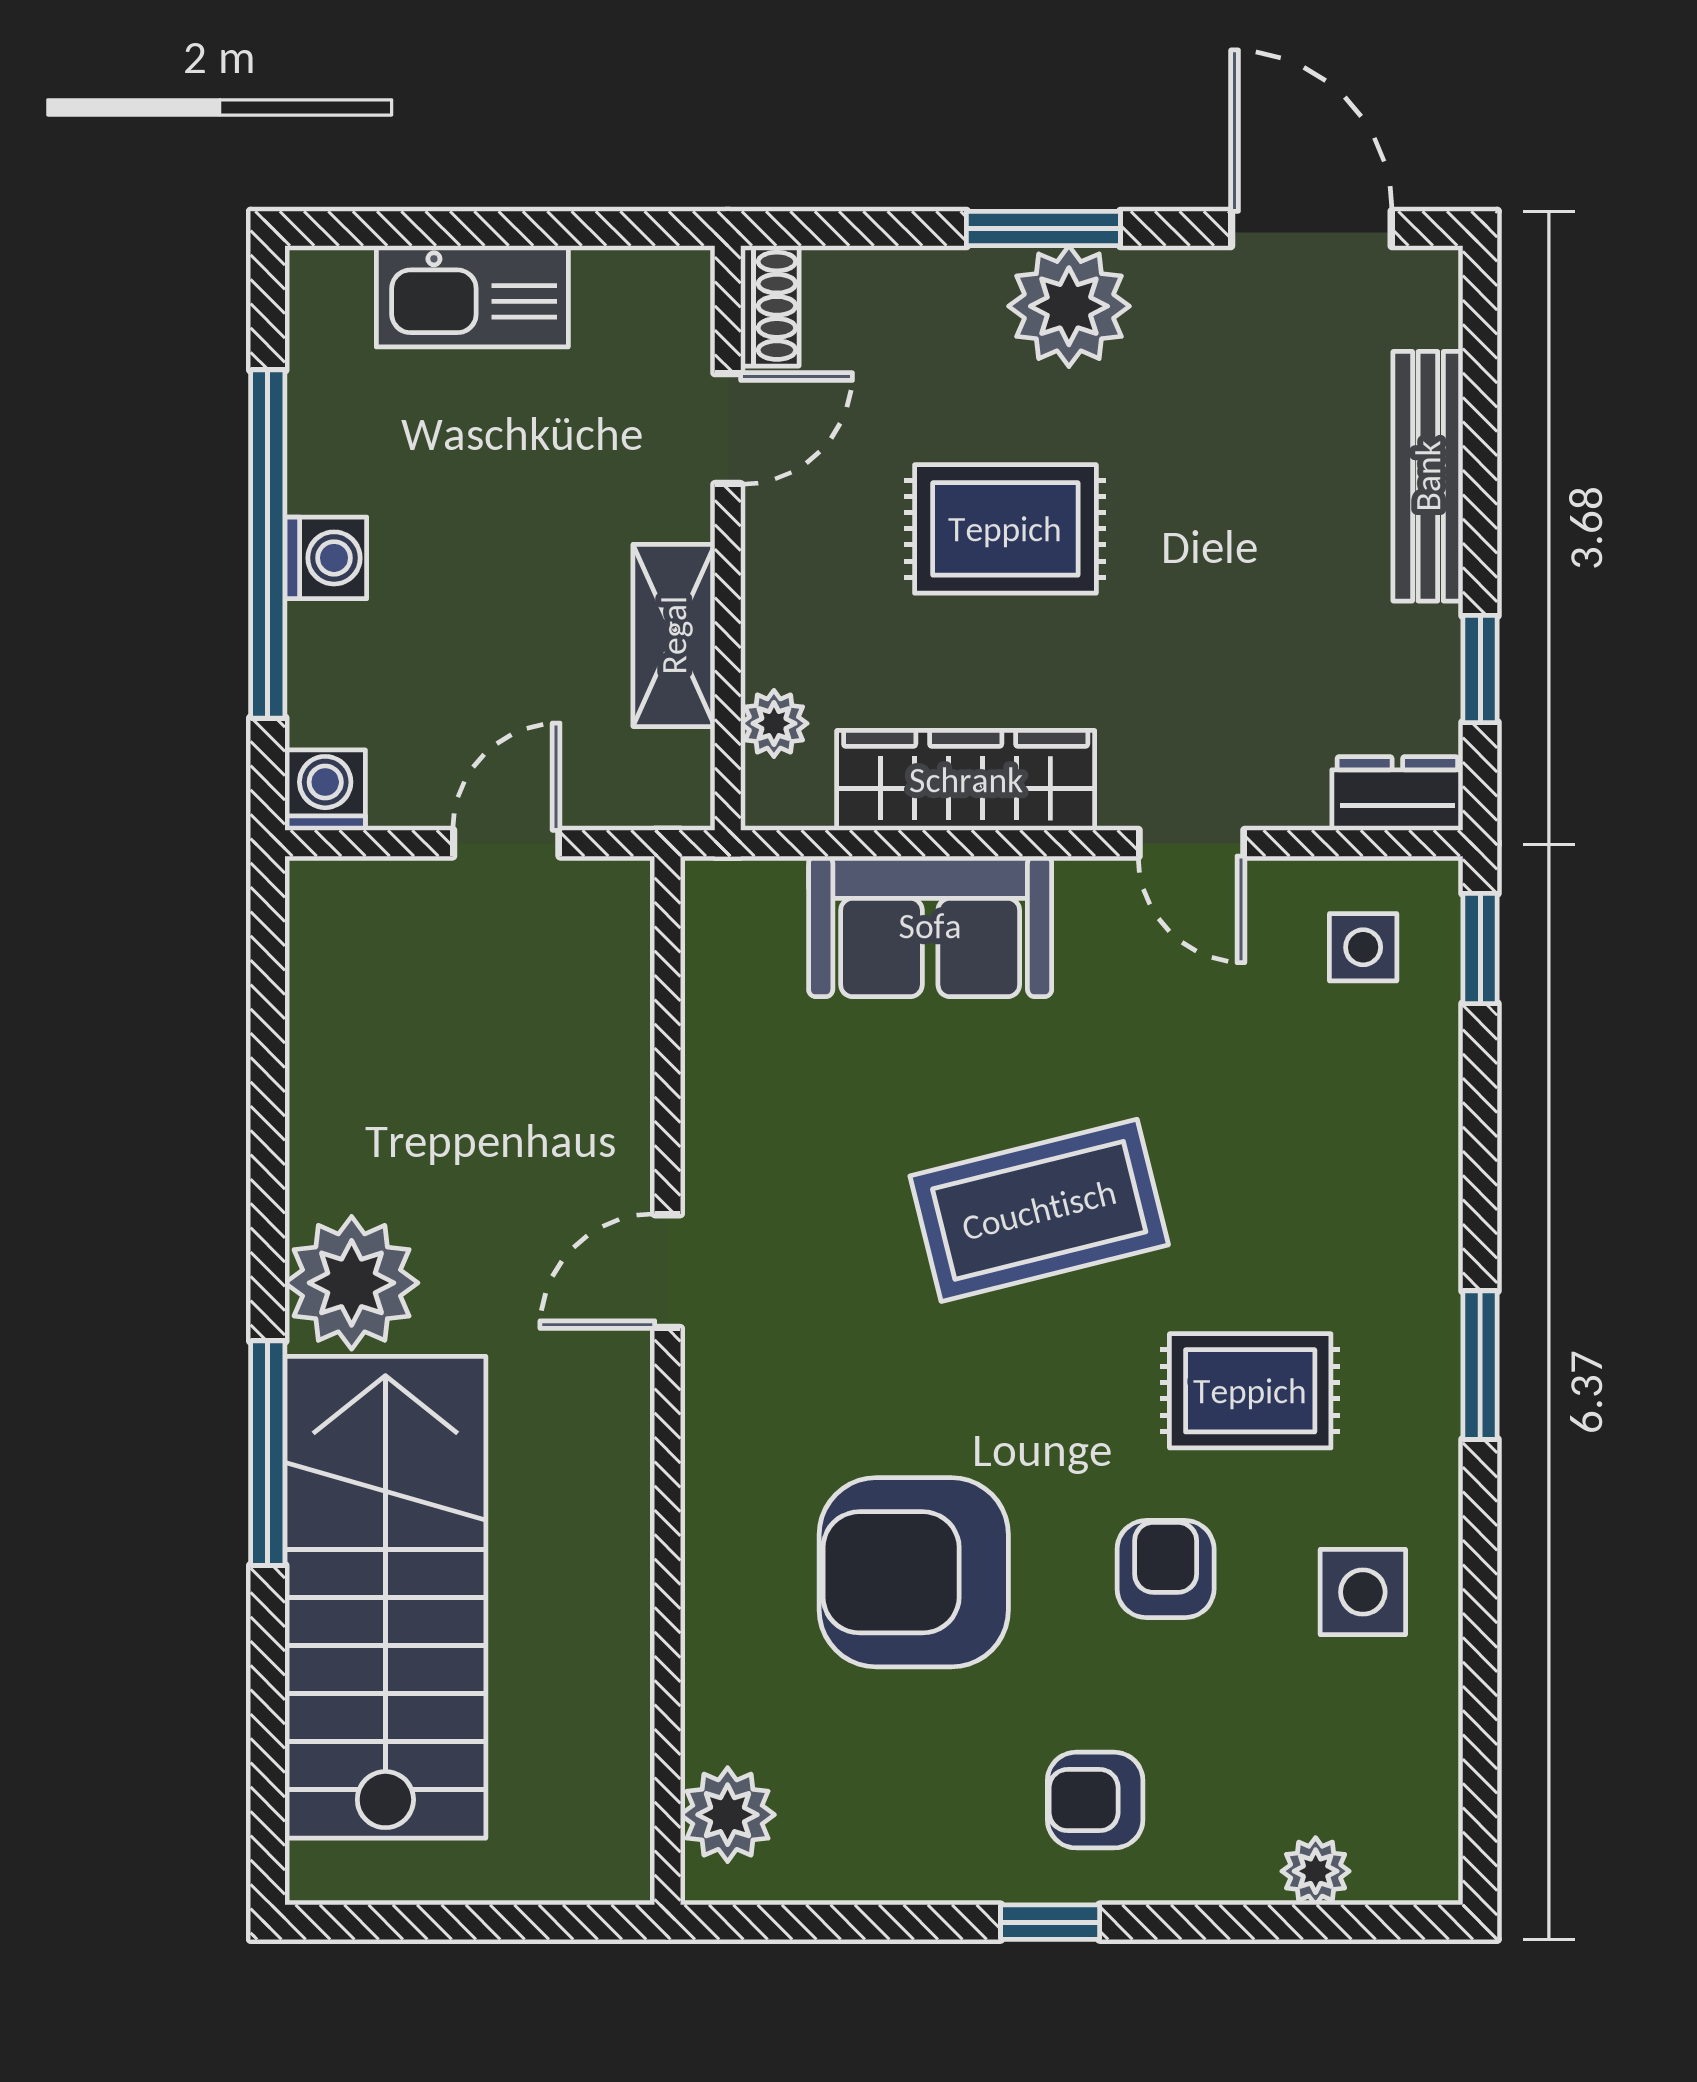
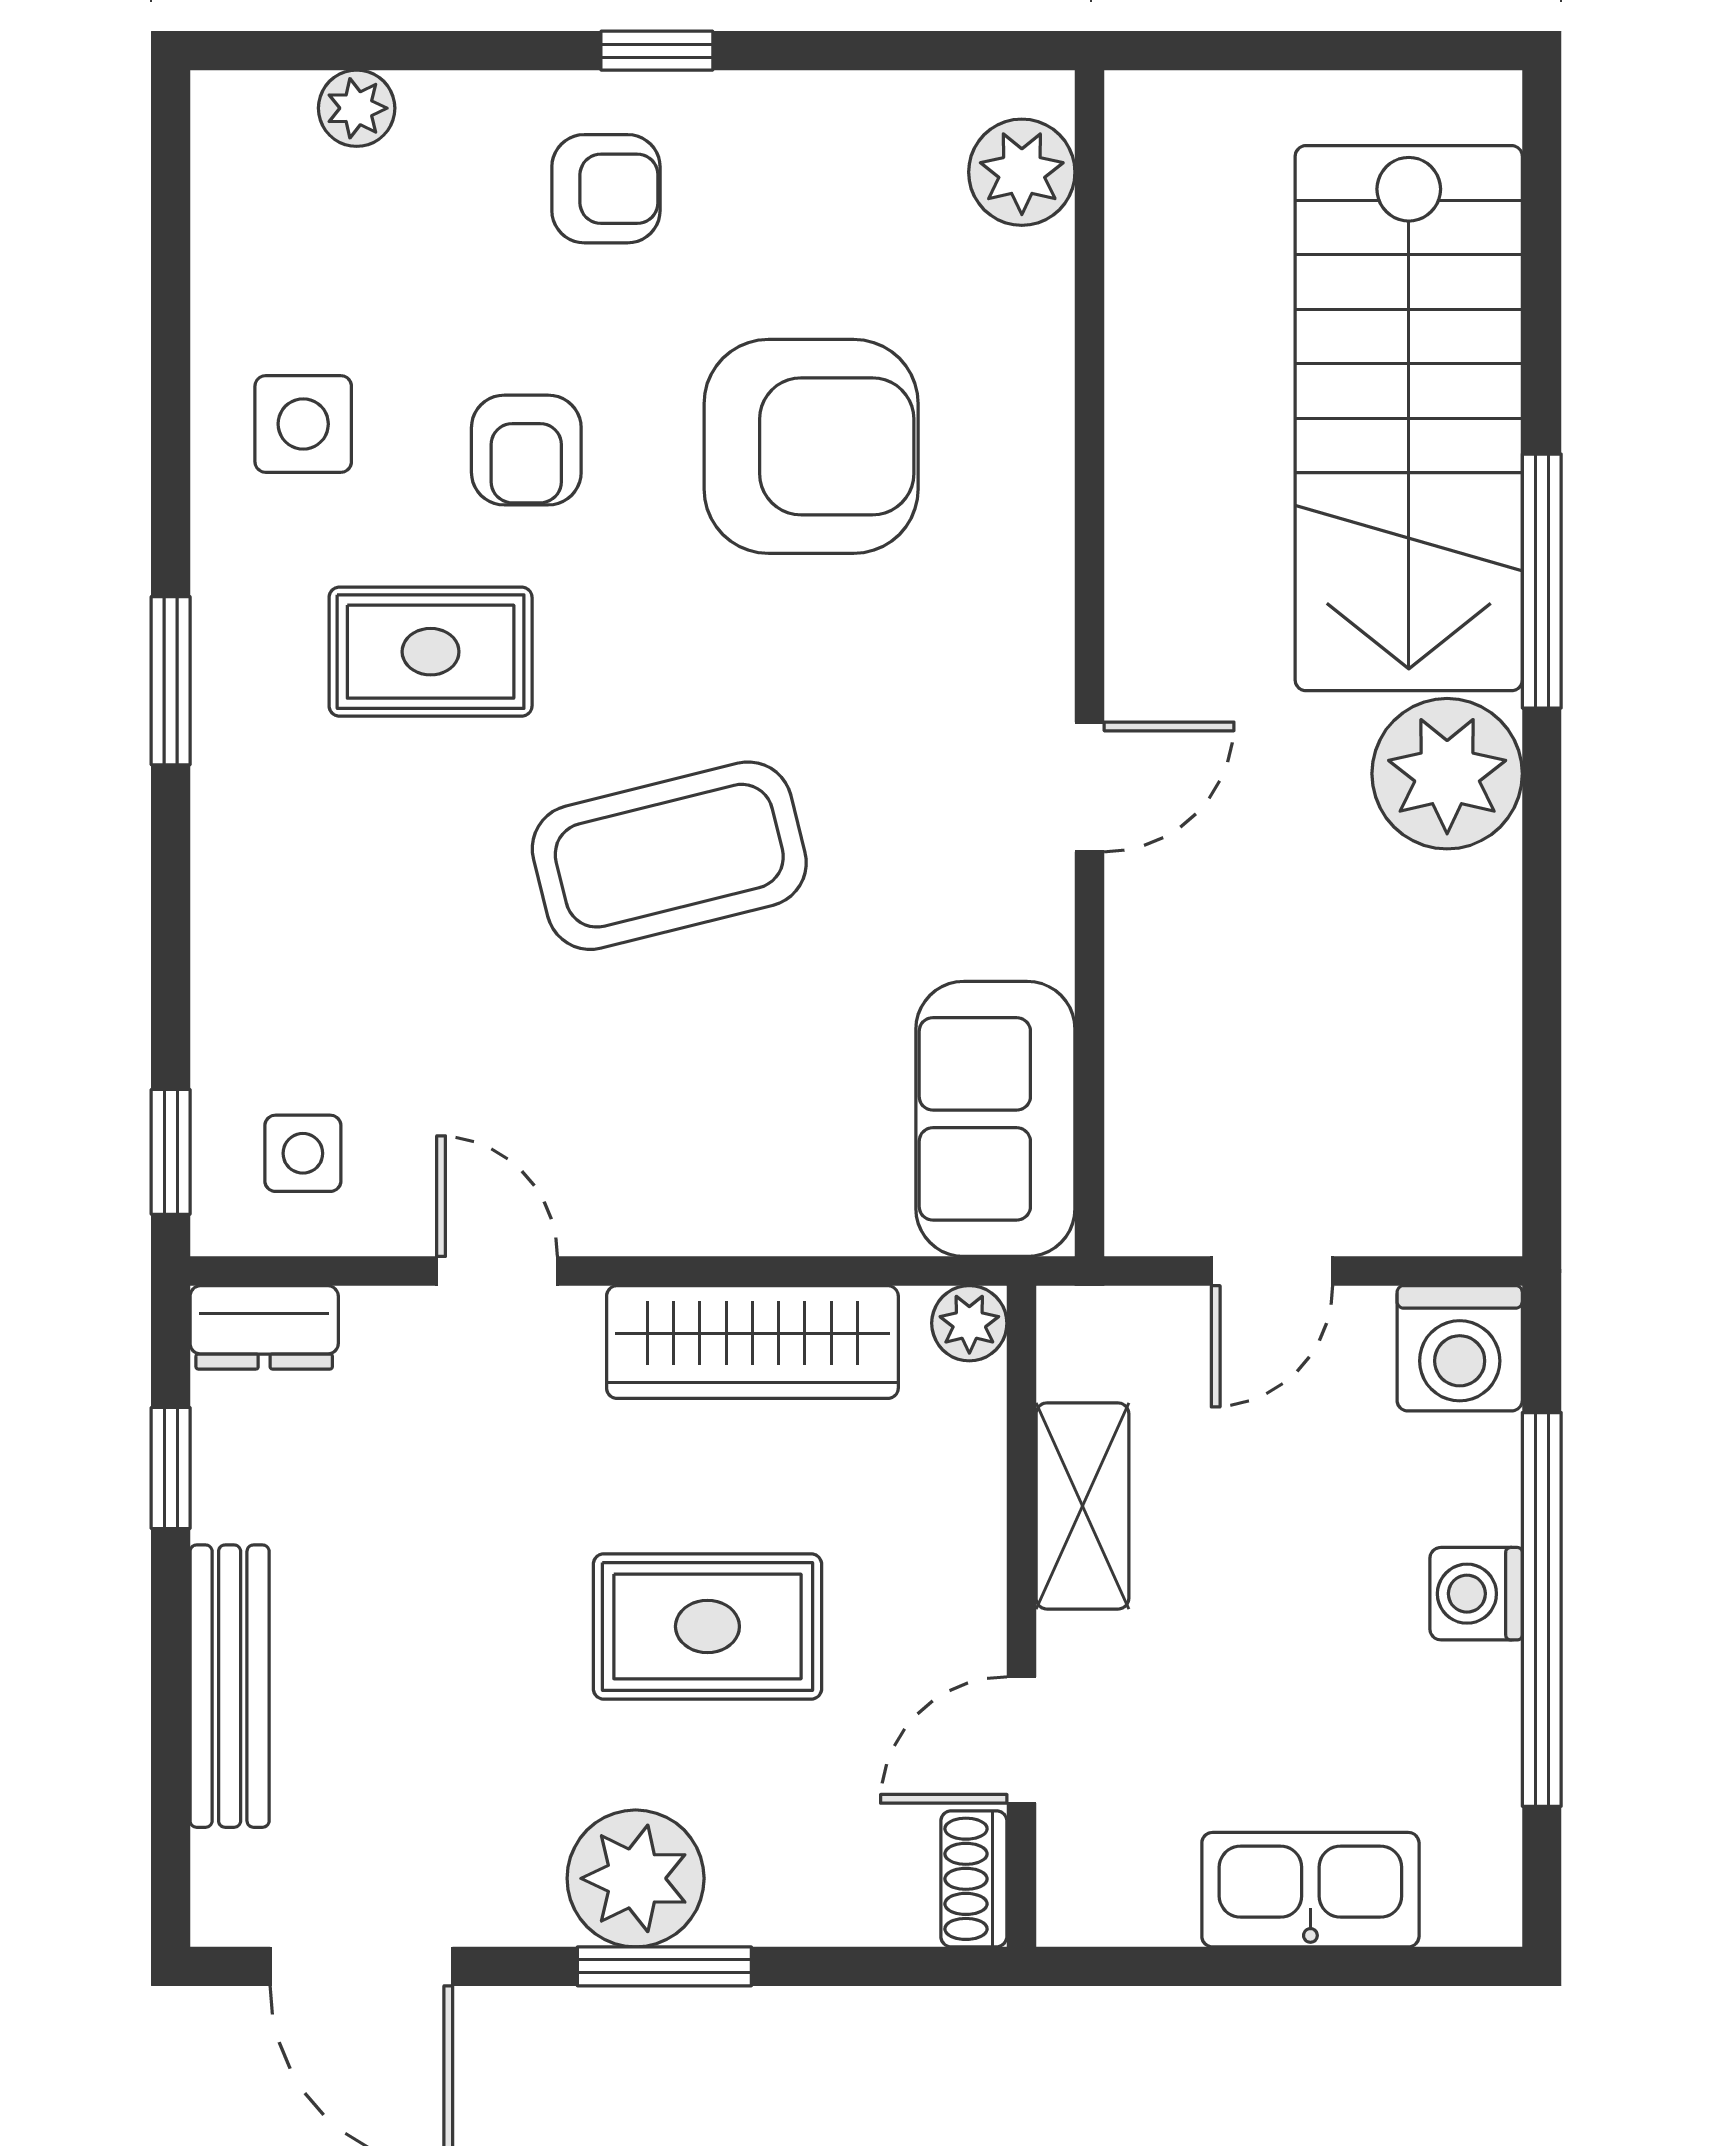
plant: (774, 723) -> (969, 1323), moved
washing machine: (325, 790) -> (1460, 1348), width x1.38, depth x1.38
sofa: (930, 926) -> (995, 1119), moved, turned -90

